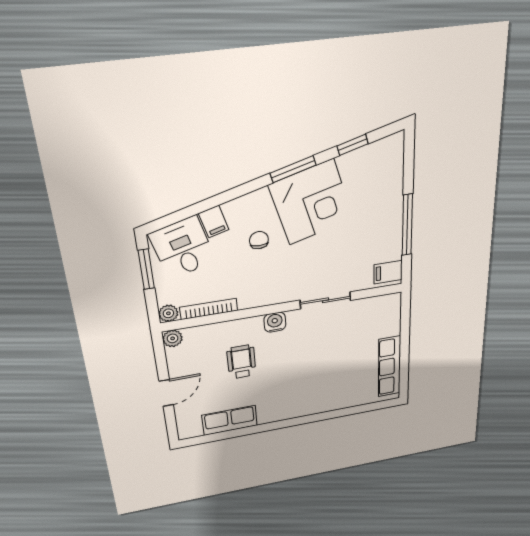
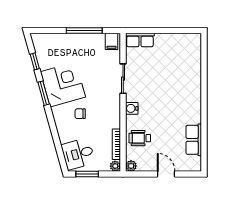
filing cabinet: (214, 222) -> (66, 136), removed
wheelchair: (241, 362) -> (140, 138), moved
row of seats: (389, 367) -> (140, 40), moved, width x0.68

